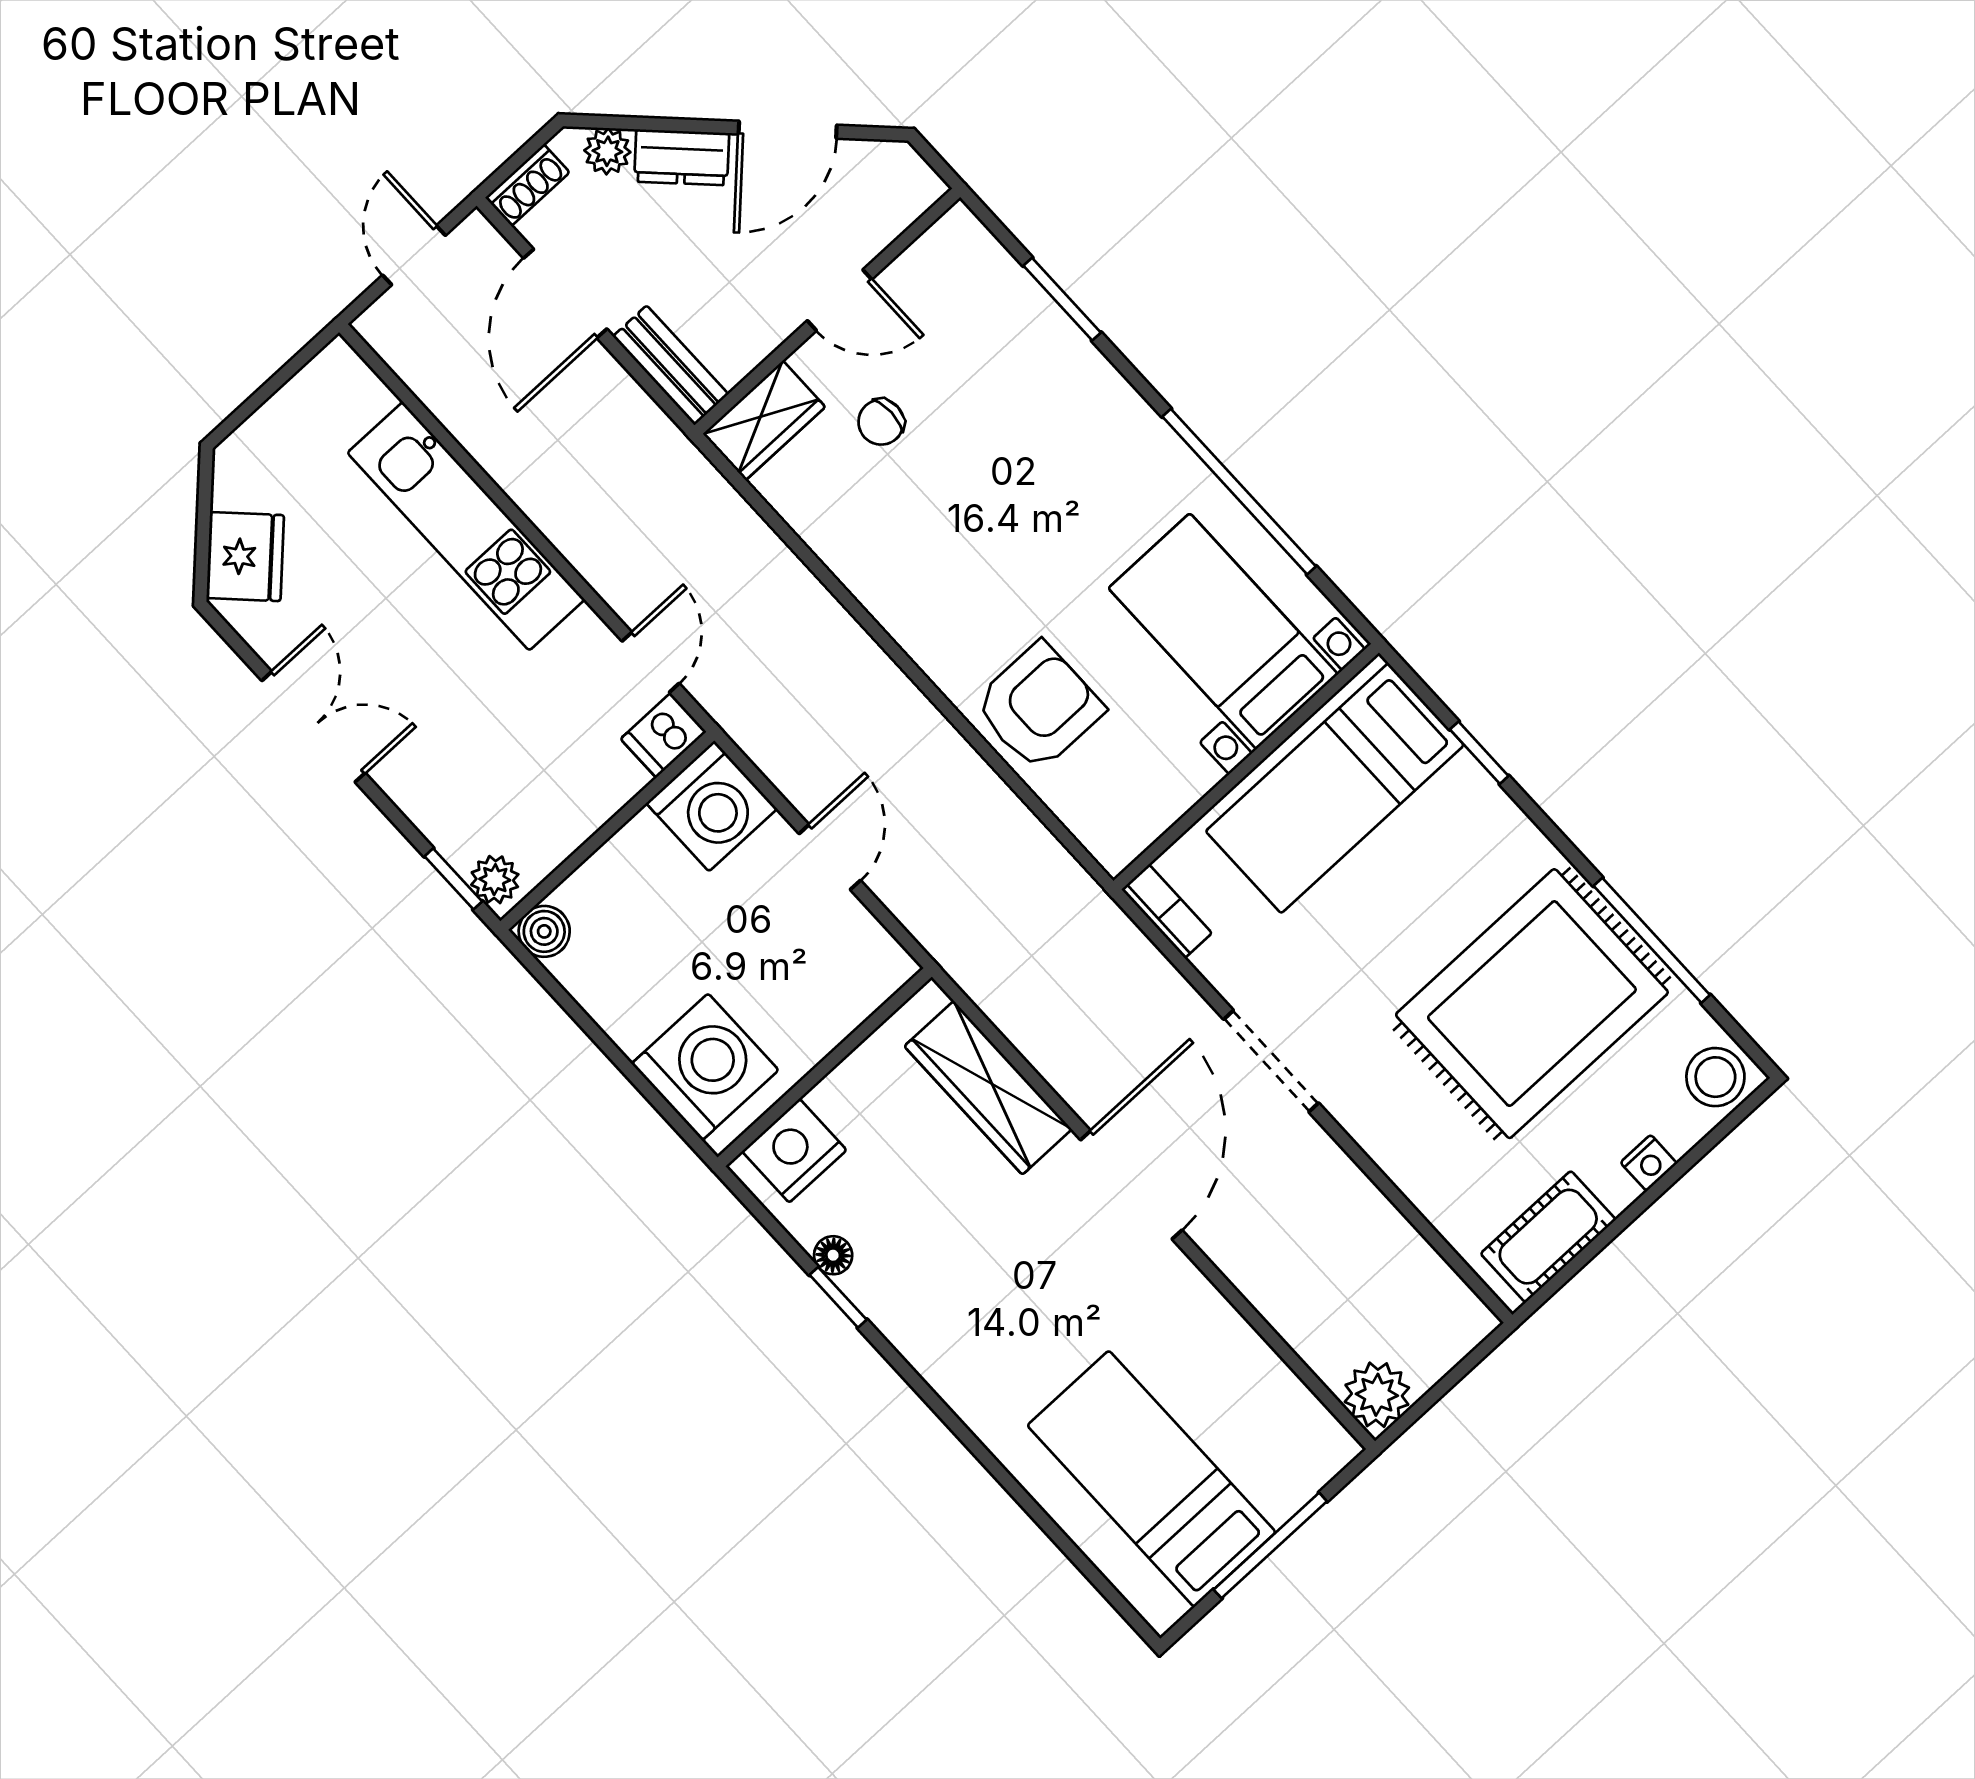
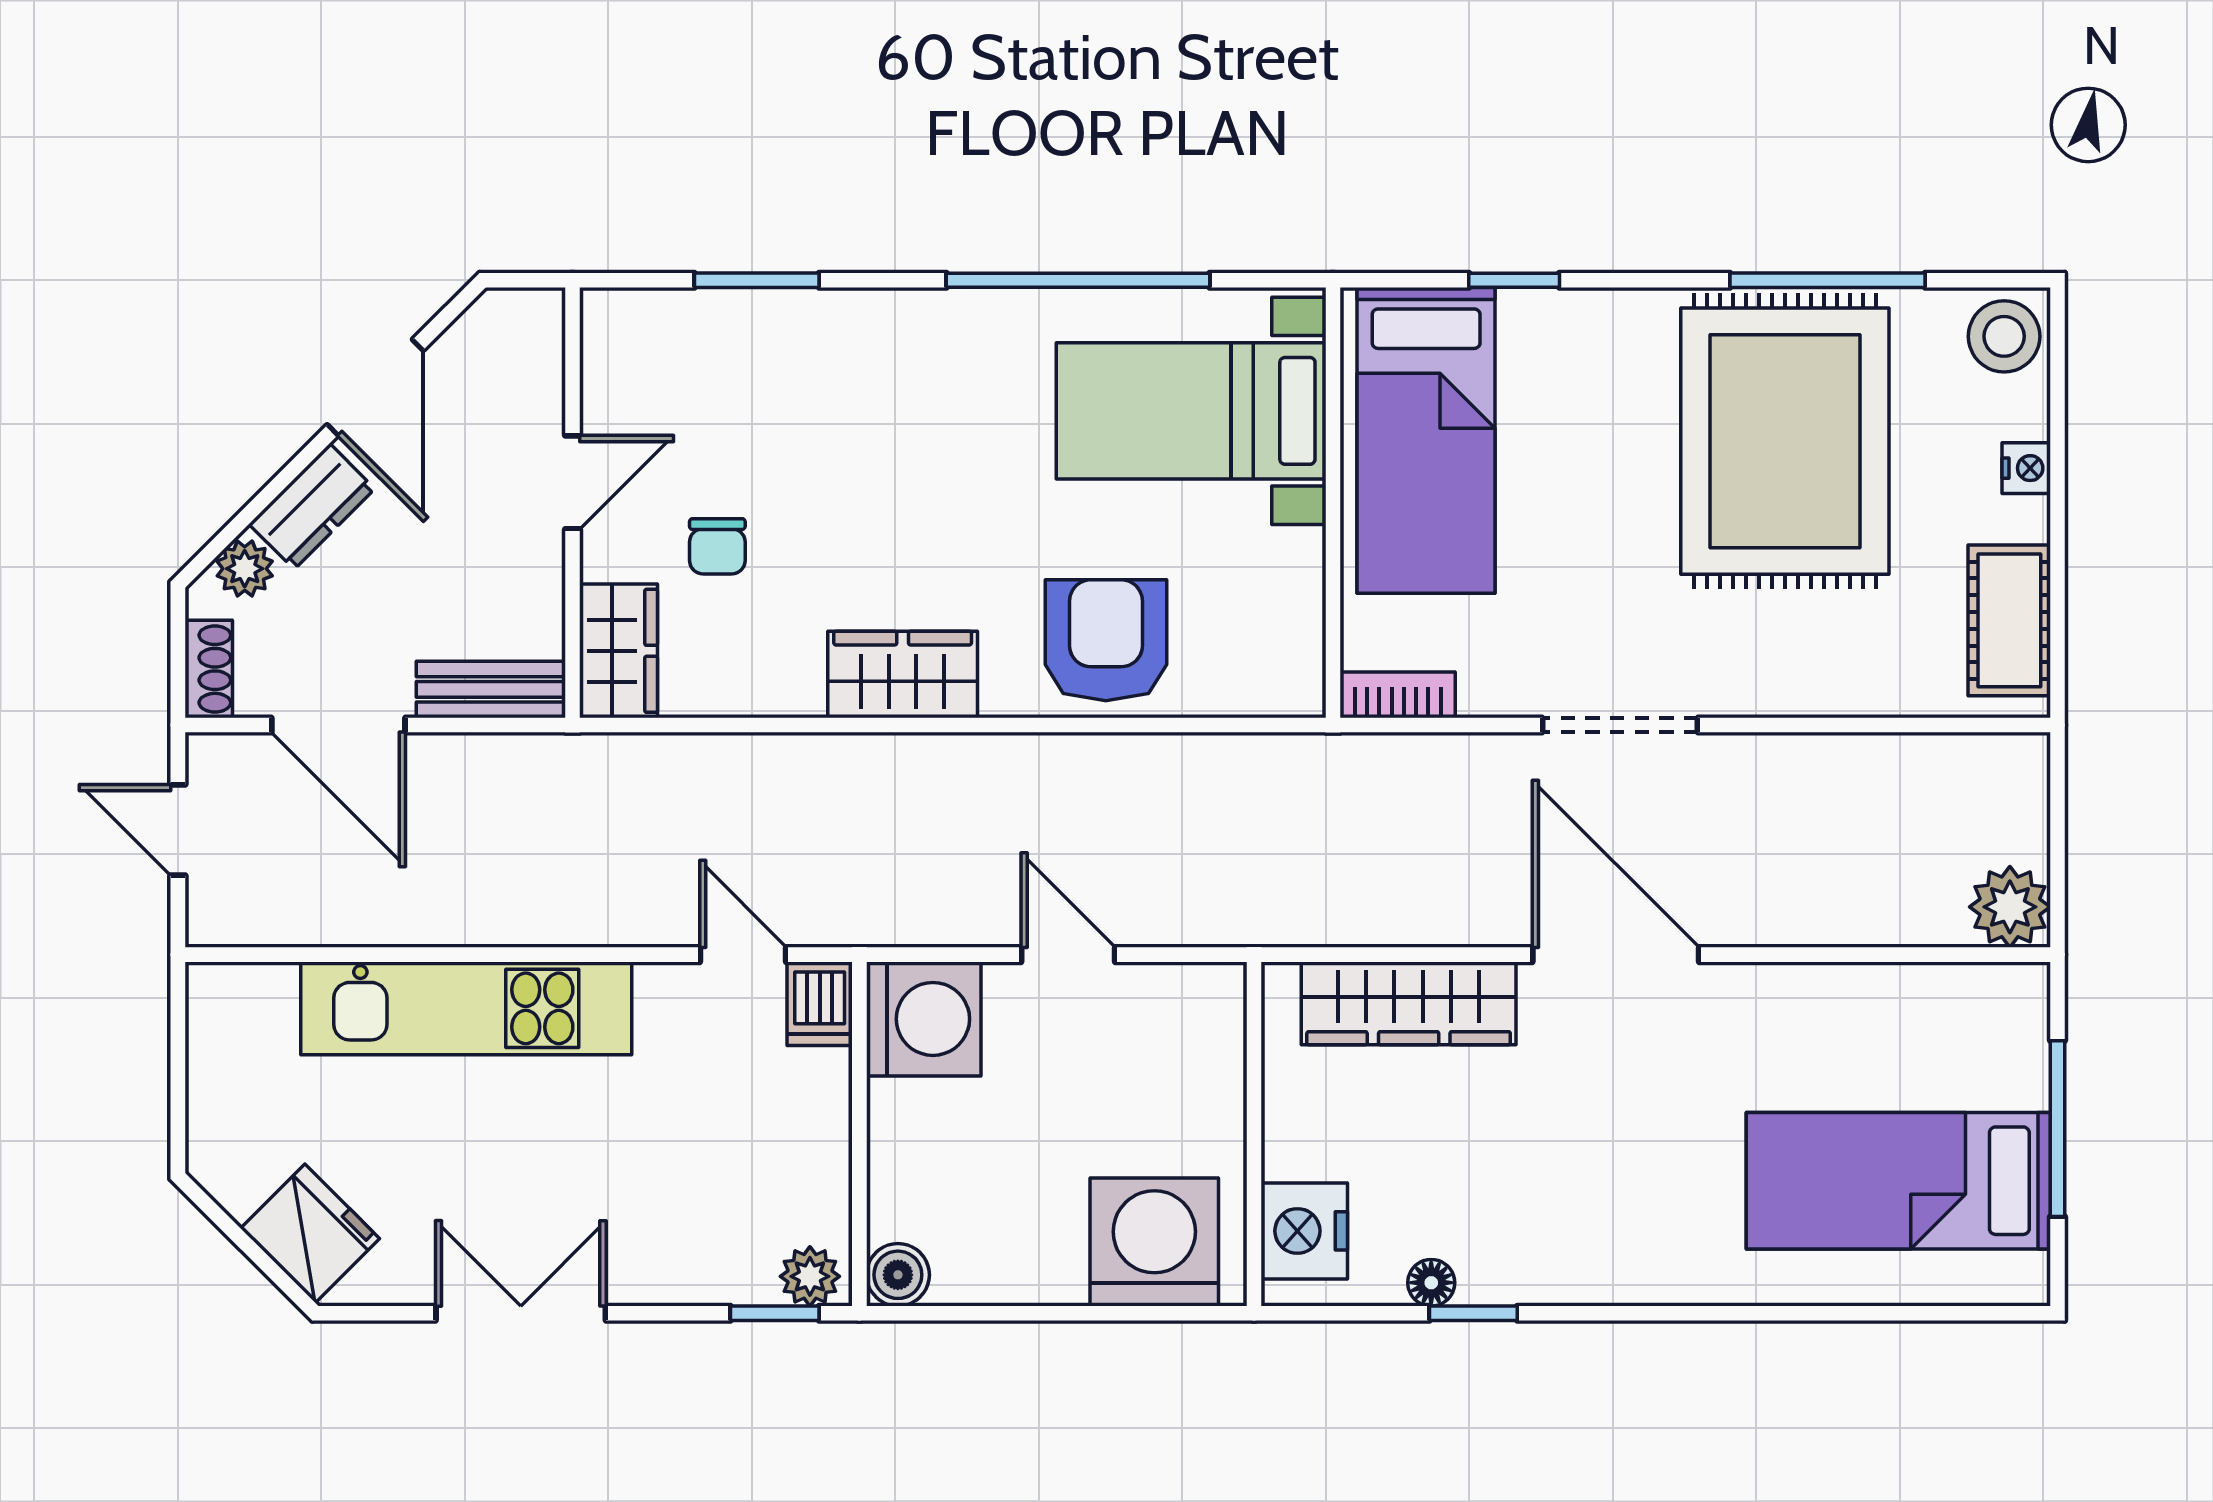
wardrobe: (906, 604) -> (903, 675), added

